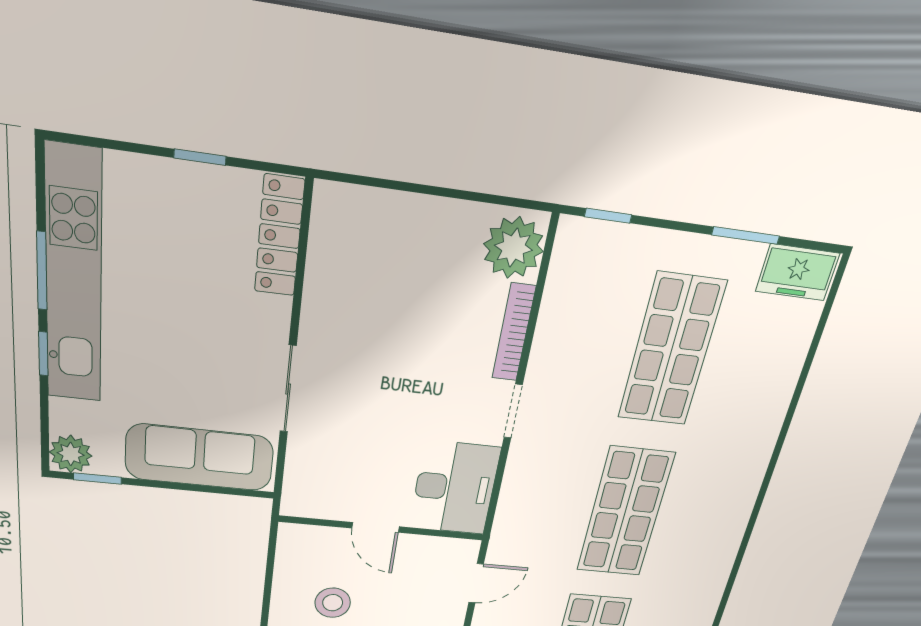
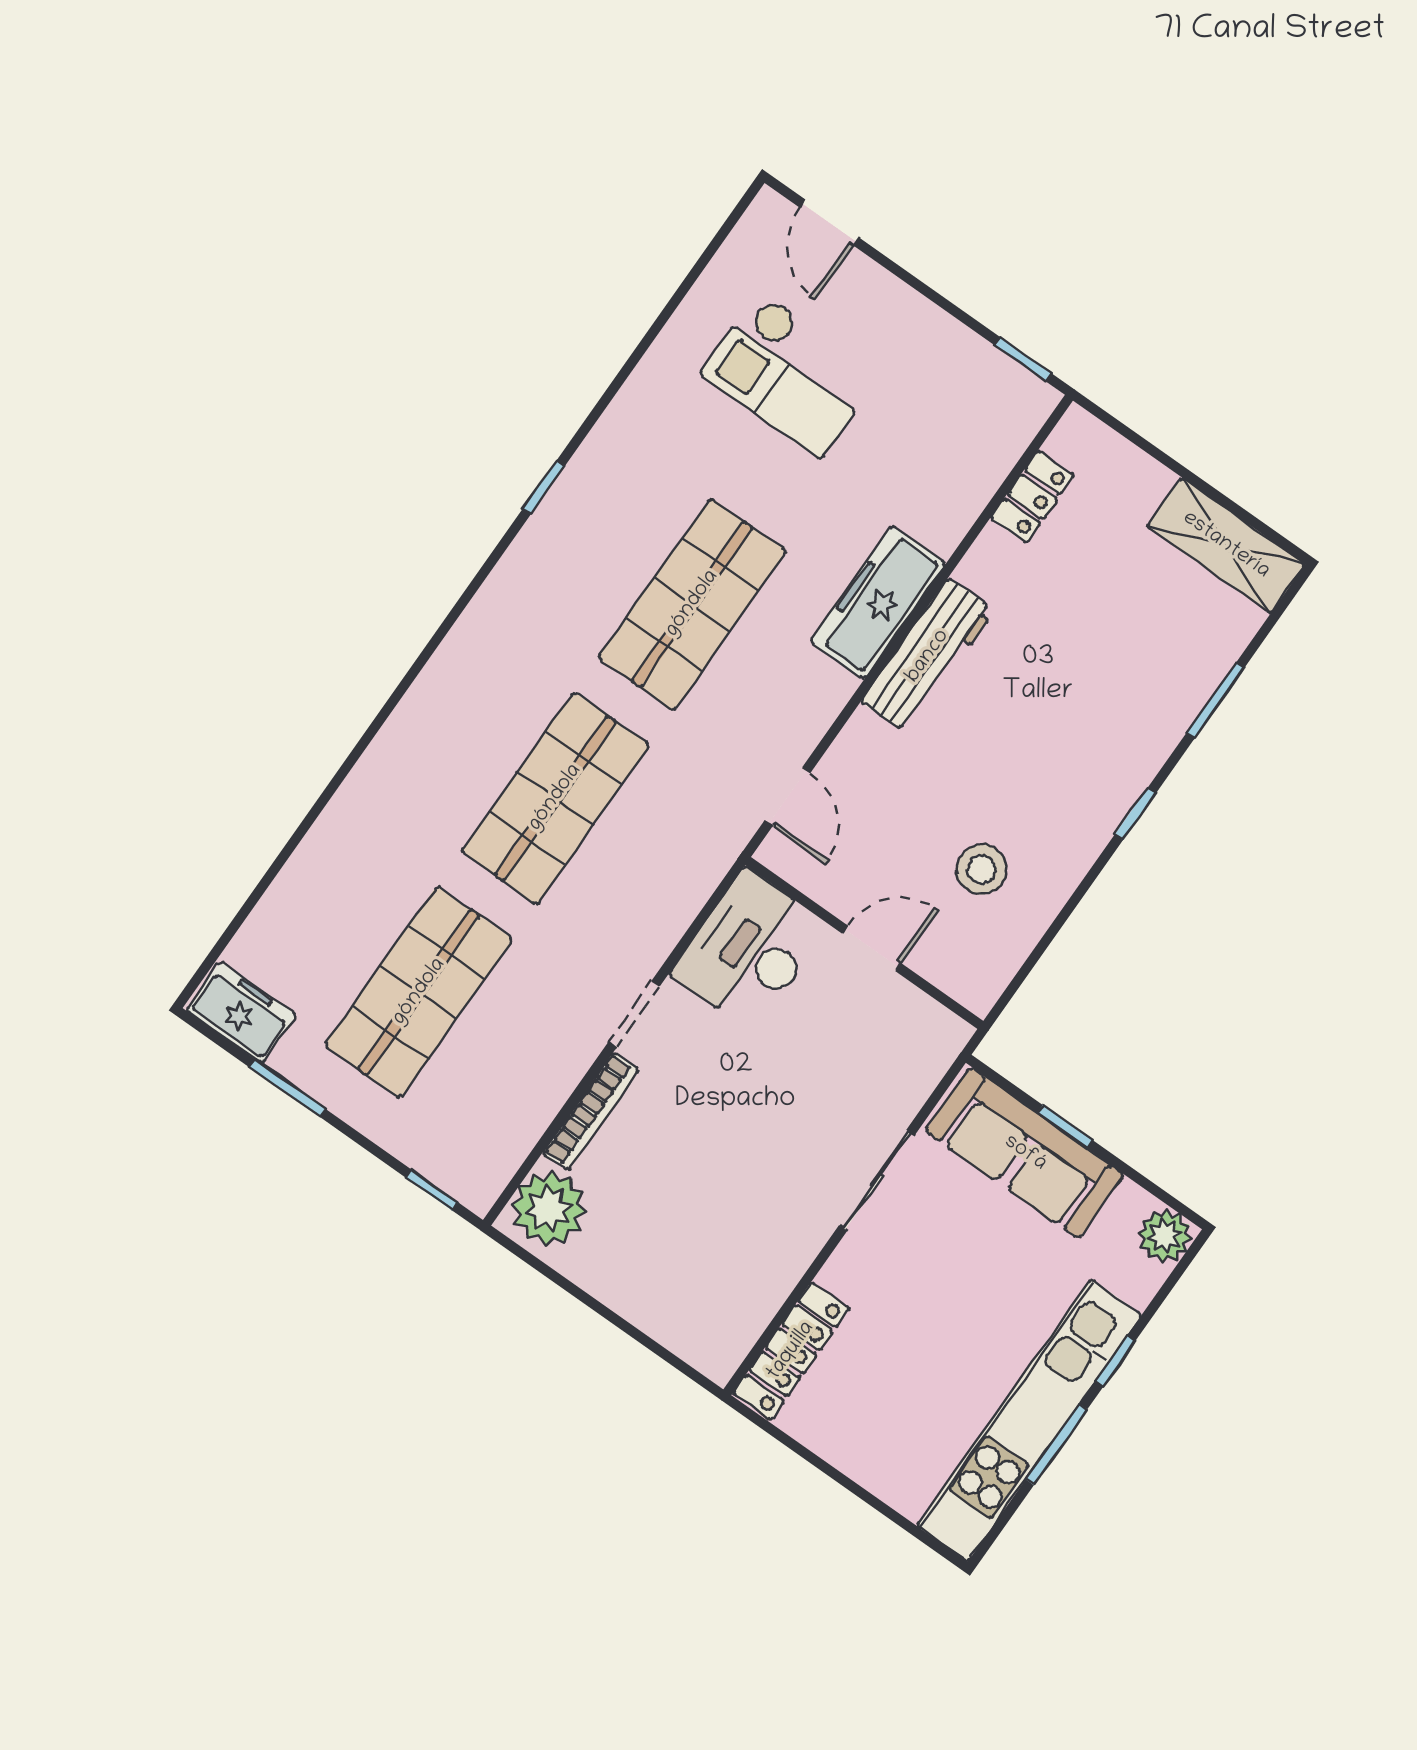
window: (200, 157) -> (826, 1468), removed
window: (97, 479) -> (1065, 1127), moved
door: (376, 527) -> (872, 948), hinge flipped
door: (476, 583) -> (788, 797), swing flipped

